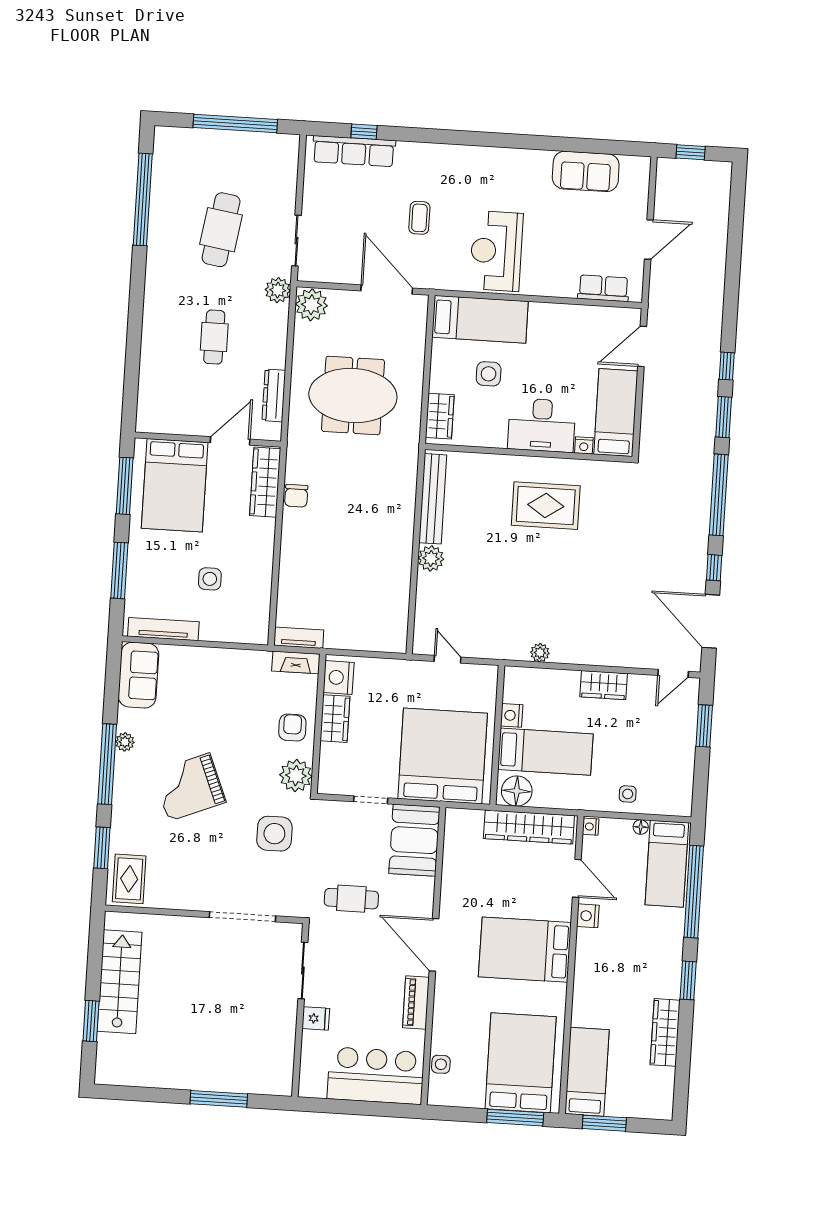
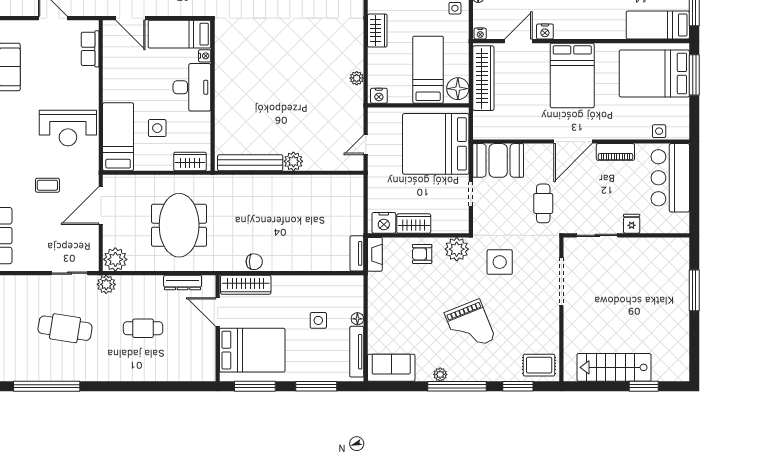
rug: (546, 506) -> (250, 81), removed
floor lamp: (209, 633) -> (357, 319), added
nightstand: (512, 715) -> (379, 96), moved

